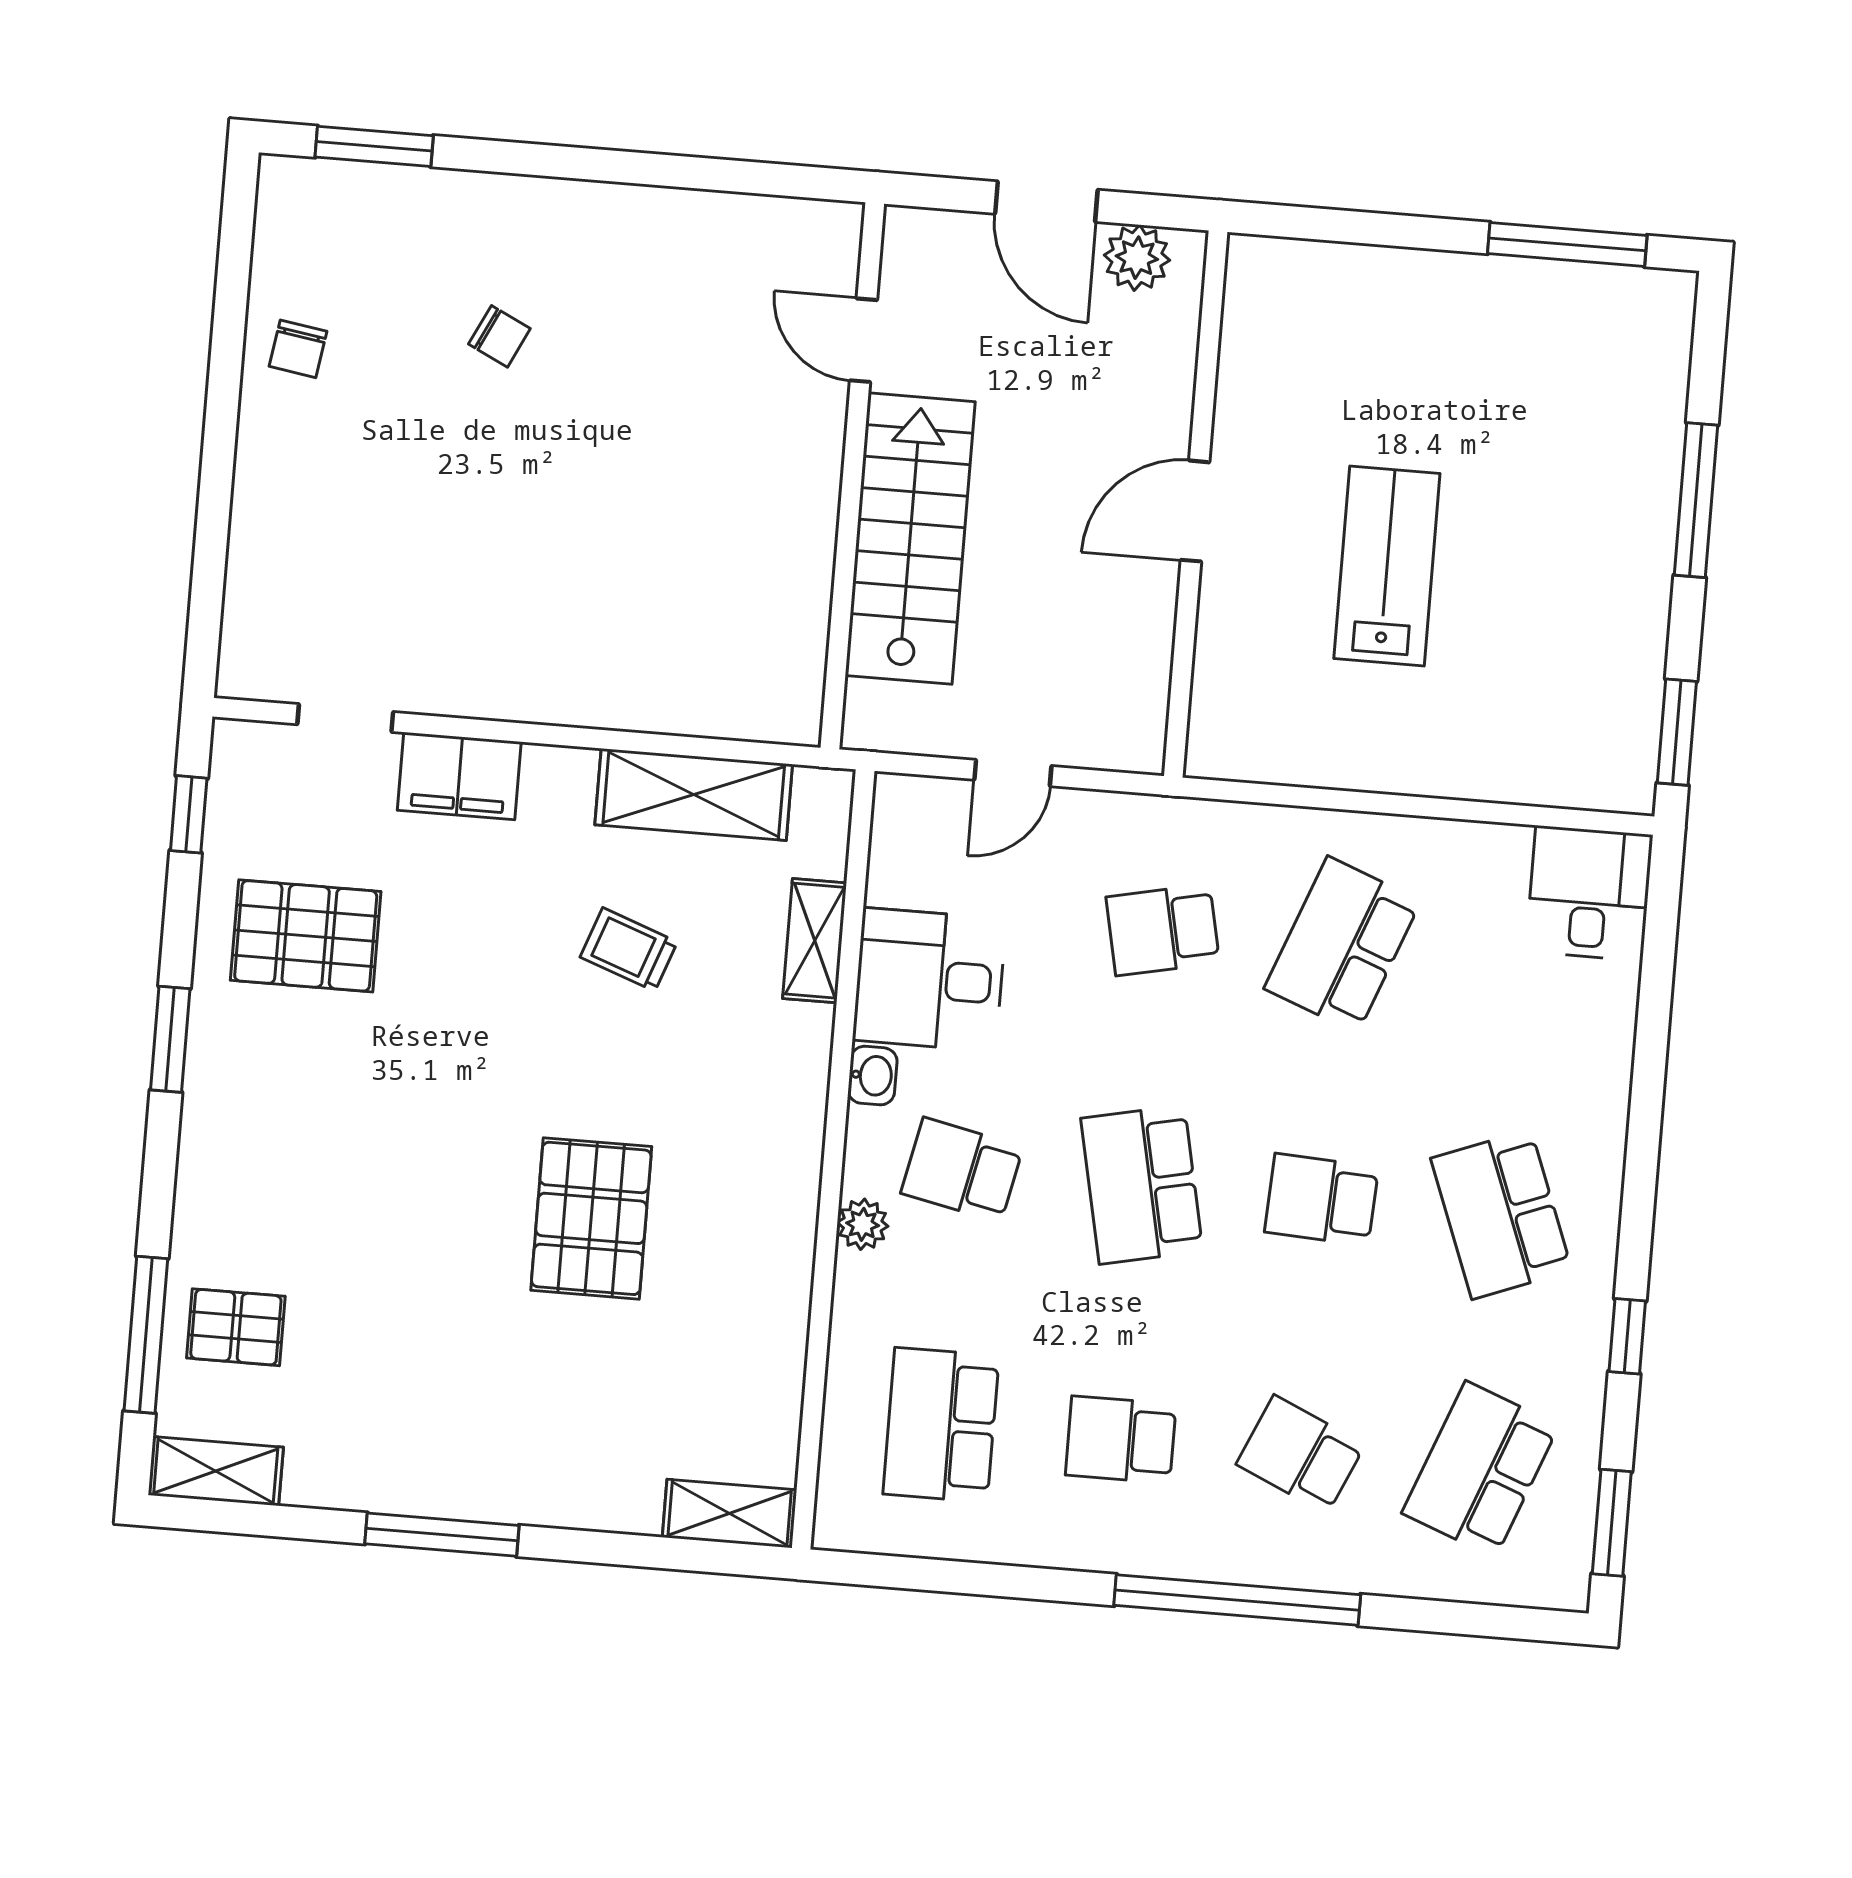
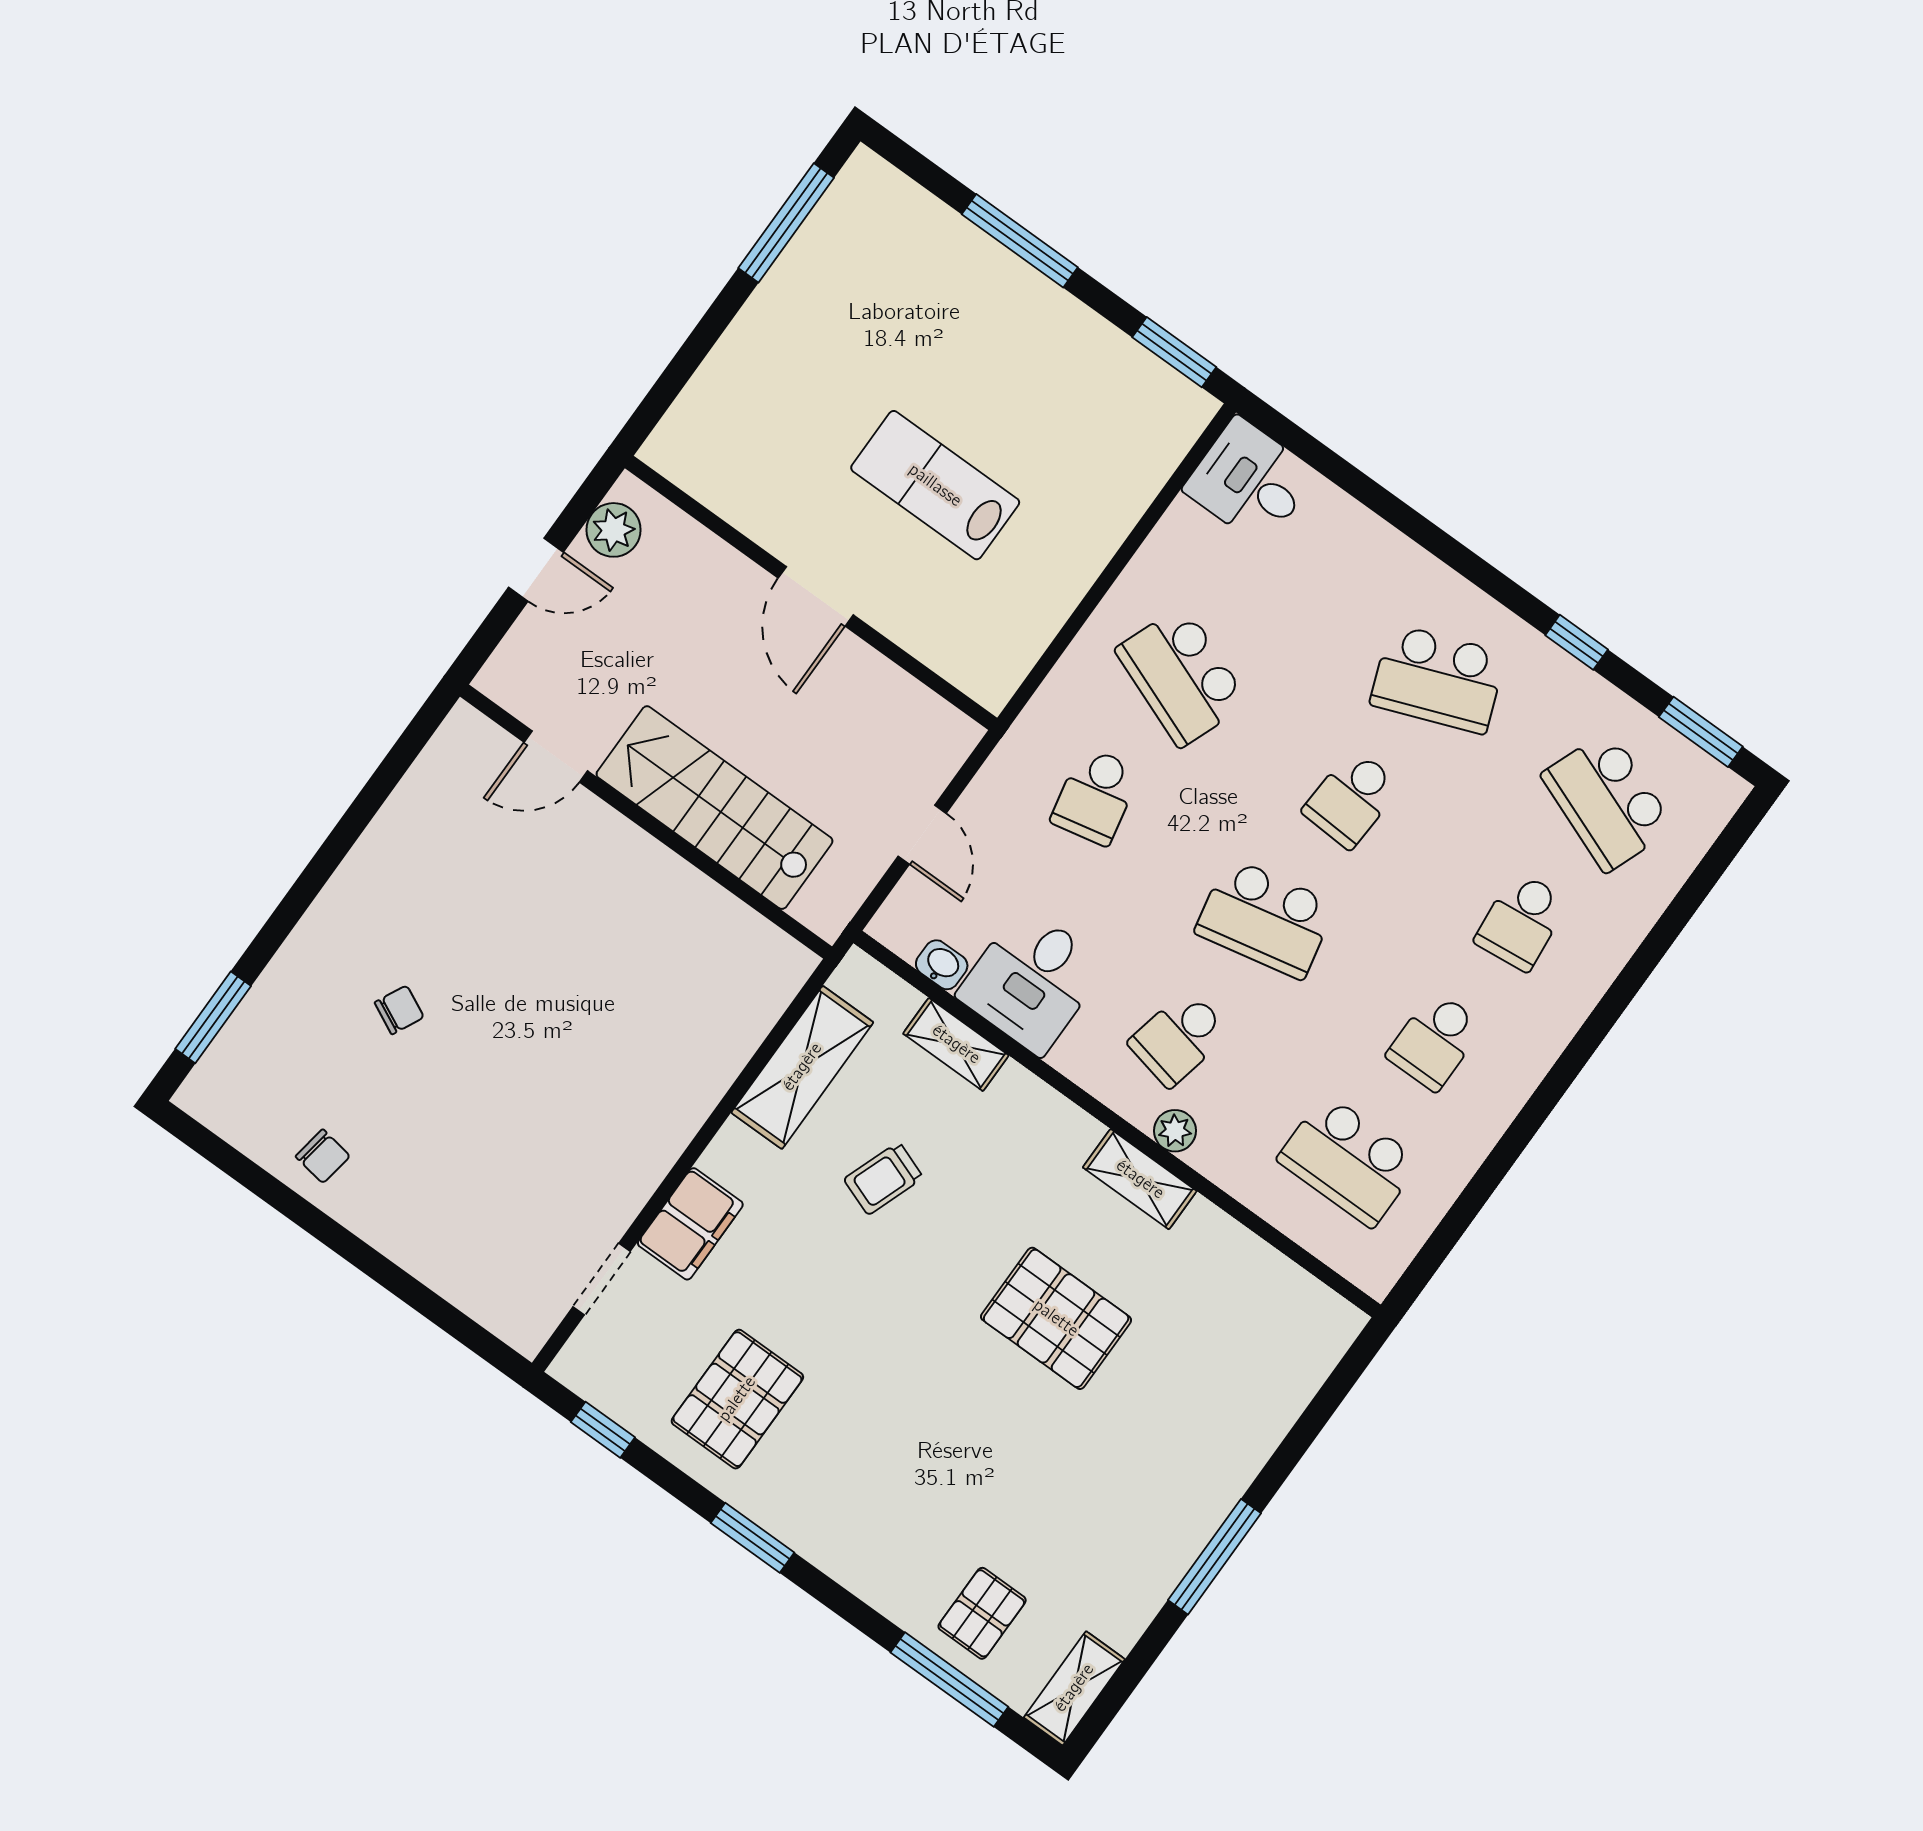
door: (1046, 202) -> (536, 570), width x0.73
washbasin: (873, 1076) -> (942, 965), moved
school desk: (1301, 1454) -> (1521, 921), turned -30
shelving: (730, 1514) -> (1140, 1179), moved, turned 90
window: (1237, 1600) -> (1597, 1027), removed

